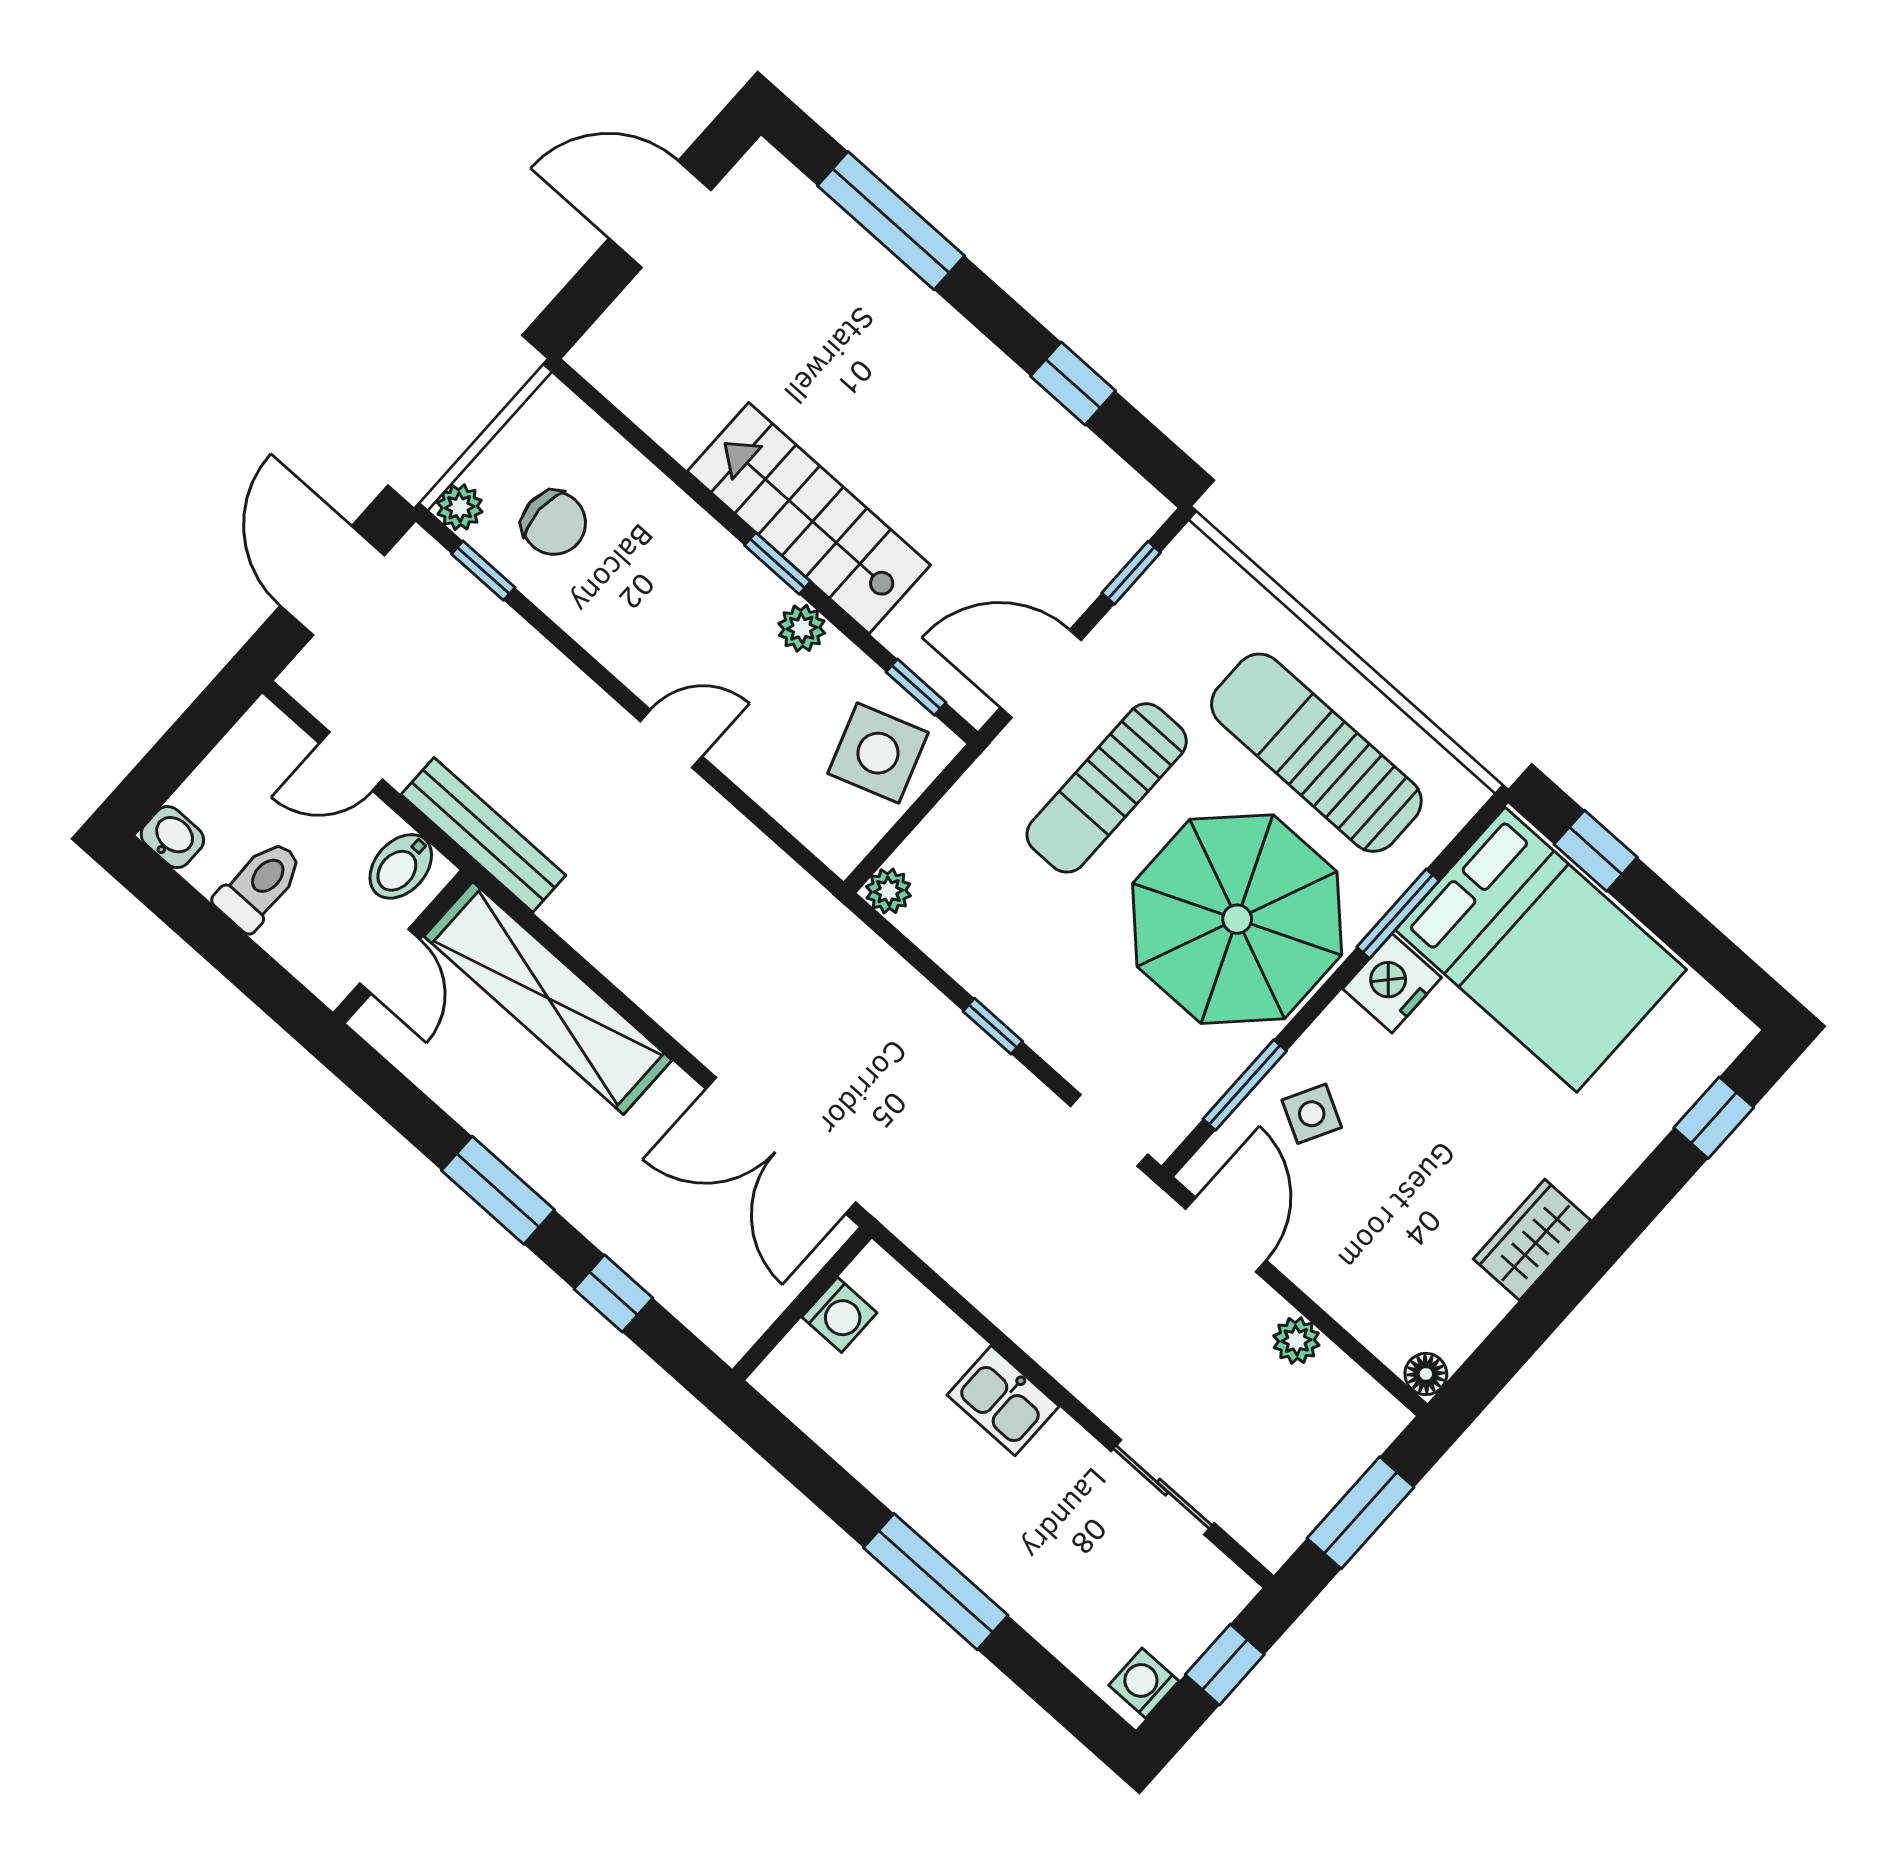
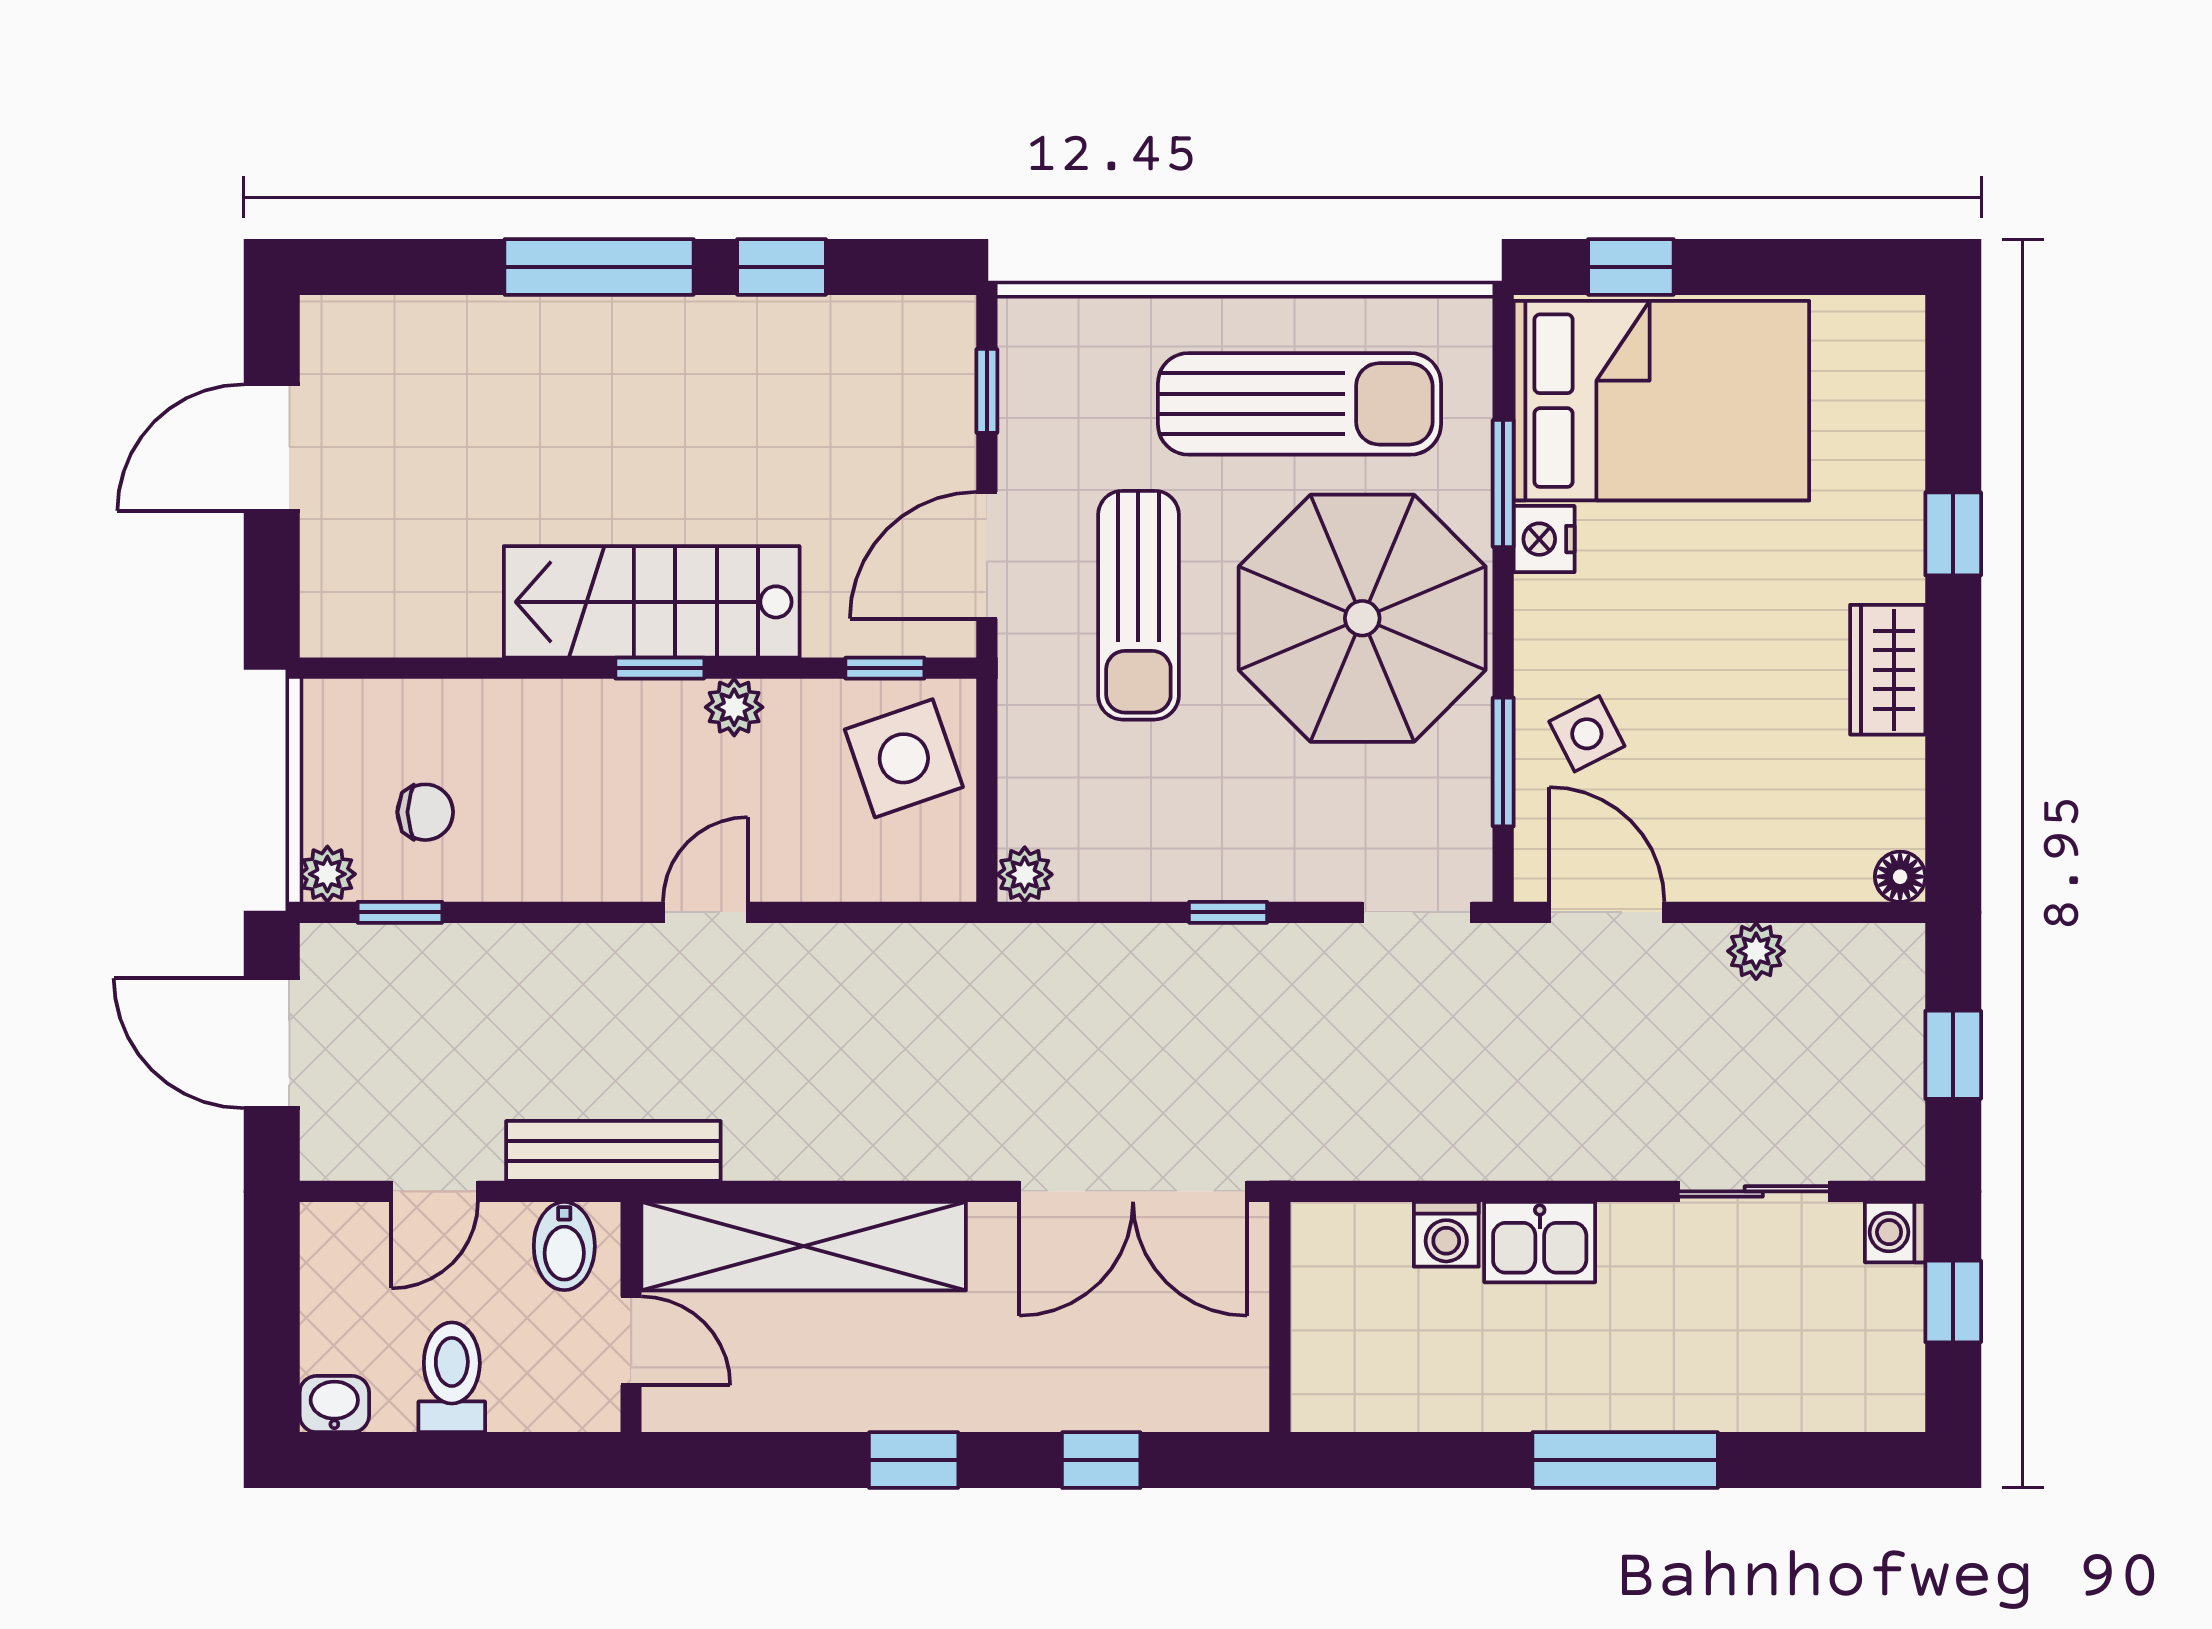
window: (891, 221) -> (599, 267), moved
chair: (554, 523) -> (425, 812), width x0.73, depth x0.73
sun lounger: (1316, 753) -> (1299, 404), turned 180
nightstand: (1392, 983) -> (1544, 539), width x0.74, depth x0.75
side table: (1312, 1114) -> (1587, 734), turned 35
window: (1714, 1118) -> (1953, 534), moved
window: (498, 1190) -> (914, 1460), width x0.67
washing machine: (839, 1315) -> (1446, 1234), moved, turned 90
window: (1361, 1513) -> (1953, 1055), width x0.67
washing machine: (1144, 1683) -> (1895, 1232), moved

